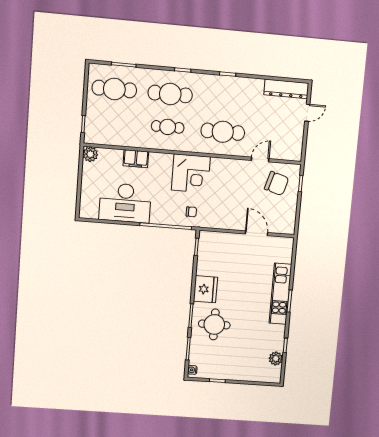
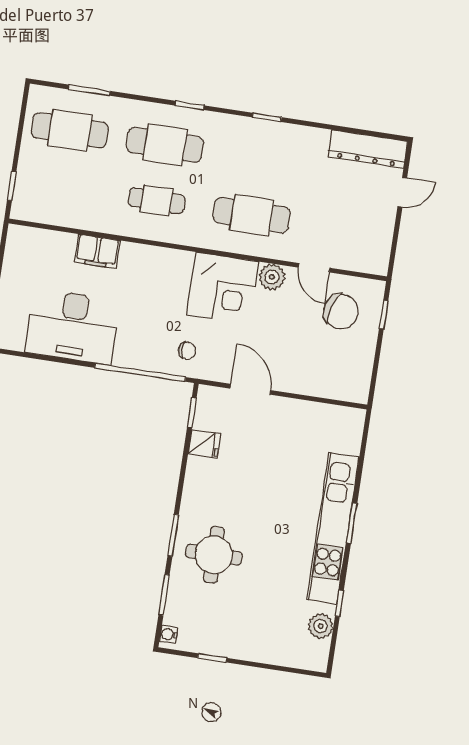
plant: (90, 154) -> (272, 277), moved
door: (260, 160) -> (314, 268), swing flipped
corner desk: (191, 173) -> (223, 288), moved
door: (256, 233) -> (250, 389), moved
fridge: (205, 289) -> (204, 444), moved, width x0.53, depth x0.75
kitchen unit: (280, 294) -> (333, 528), width x1.36

